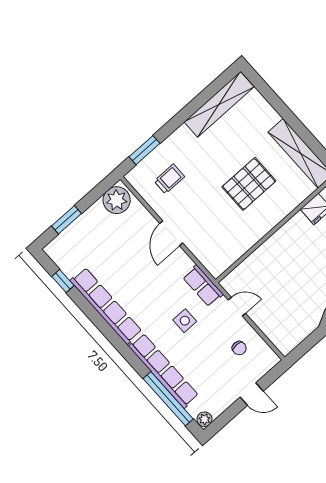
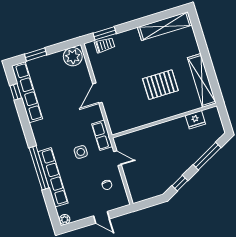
trolley: (169, 179) -> (105, 45), moved
row of seats: (106, 306) -> (27, 92), moved
window: (168, 399) -> (39, 168), moved

